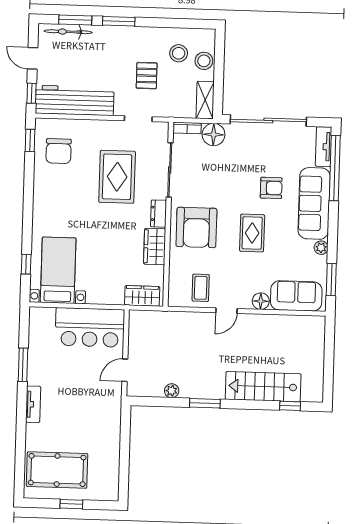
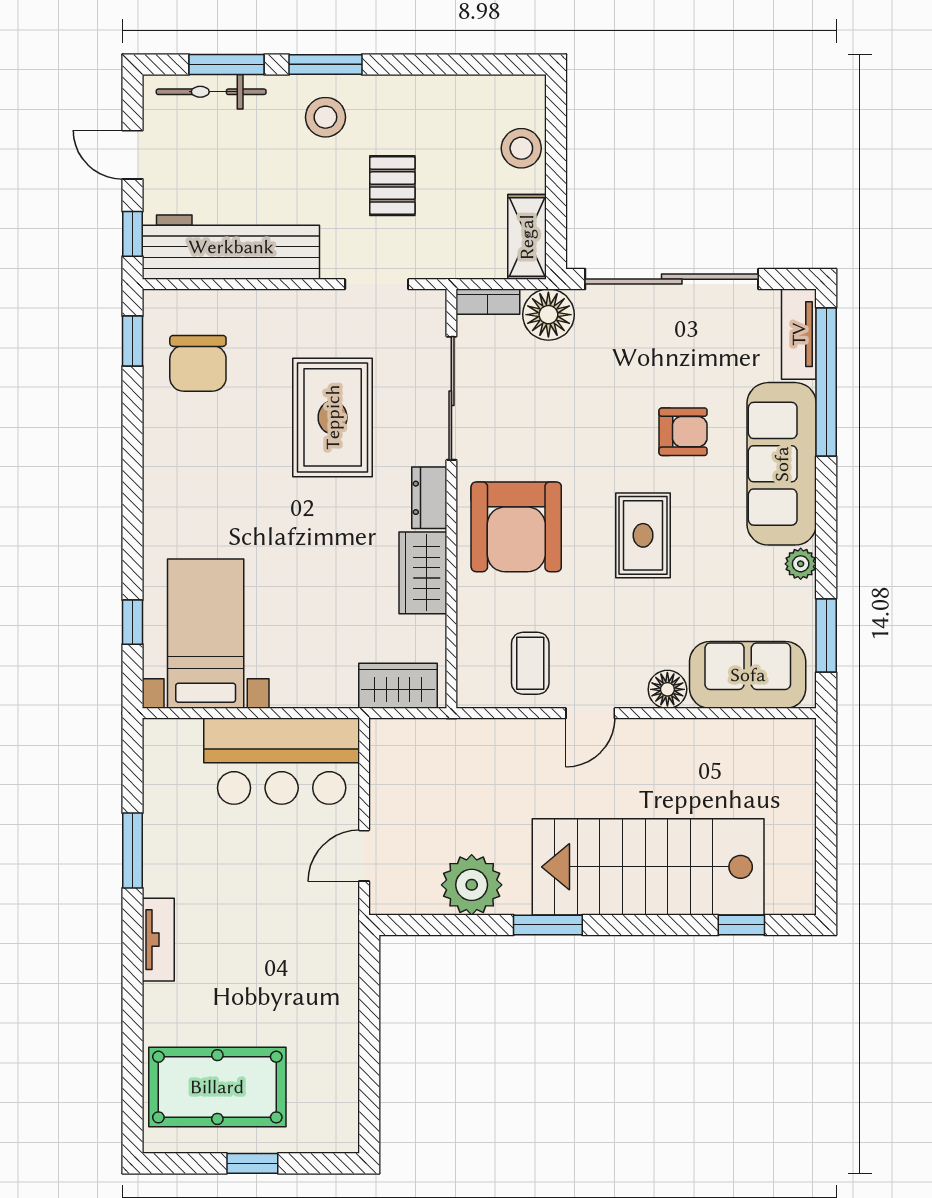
stool: (179, 53) -> (325, 117), moved
stairs: (263, 387) -> (648, 867), width x1.36, depth x1.51
plant: (172, 391) -> (472, 885), width x1.88, depth x1.88

